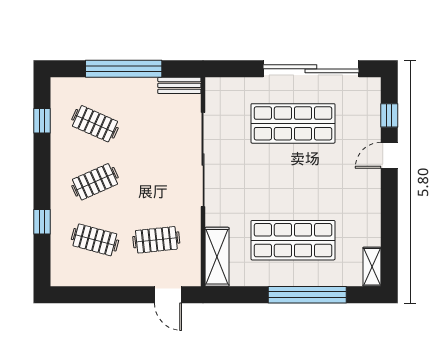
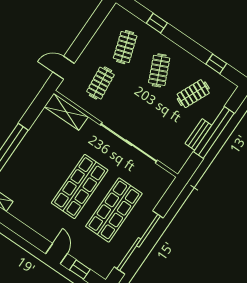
bench: (179, 85) -> (198, 134), moved
clothes rail: (95, 240) -> (125, 47), turned -33
shop shelf: (293, 240) -> (80, 187), moved

